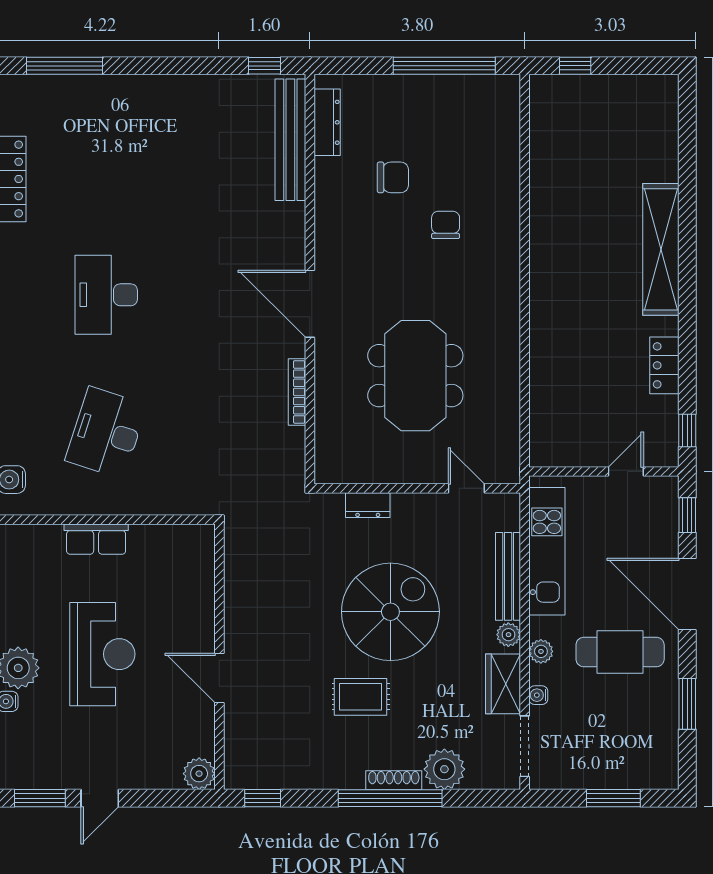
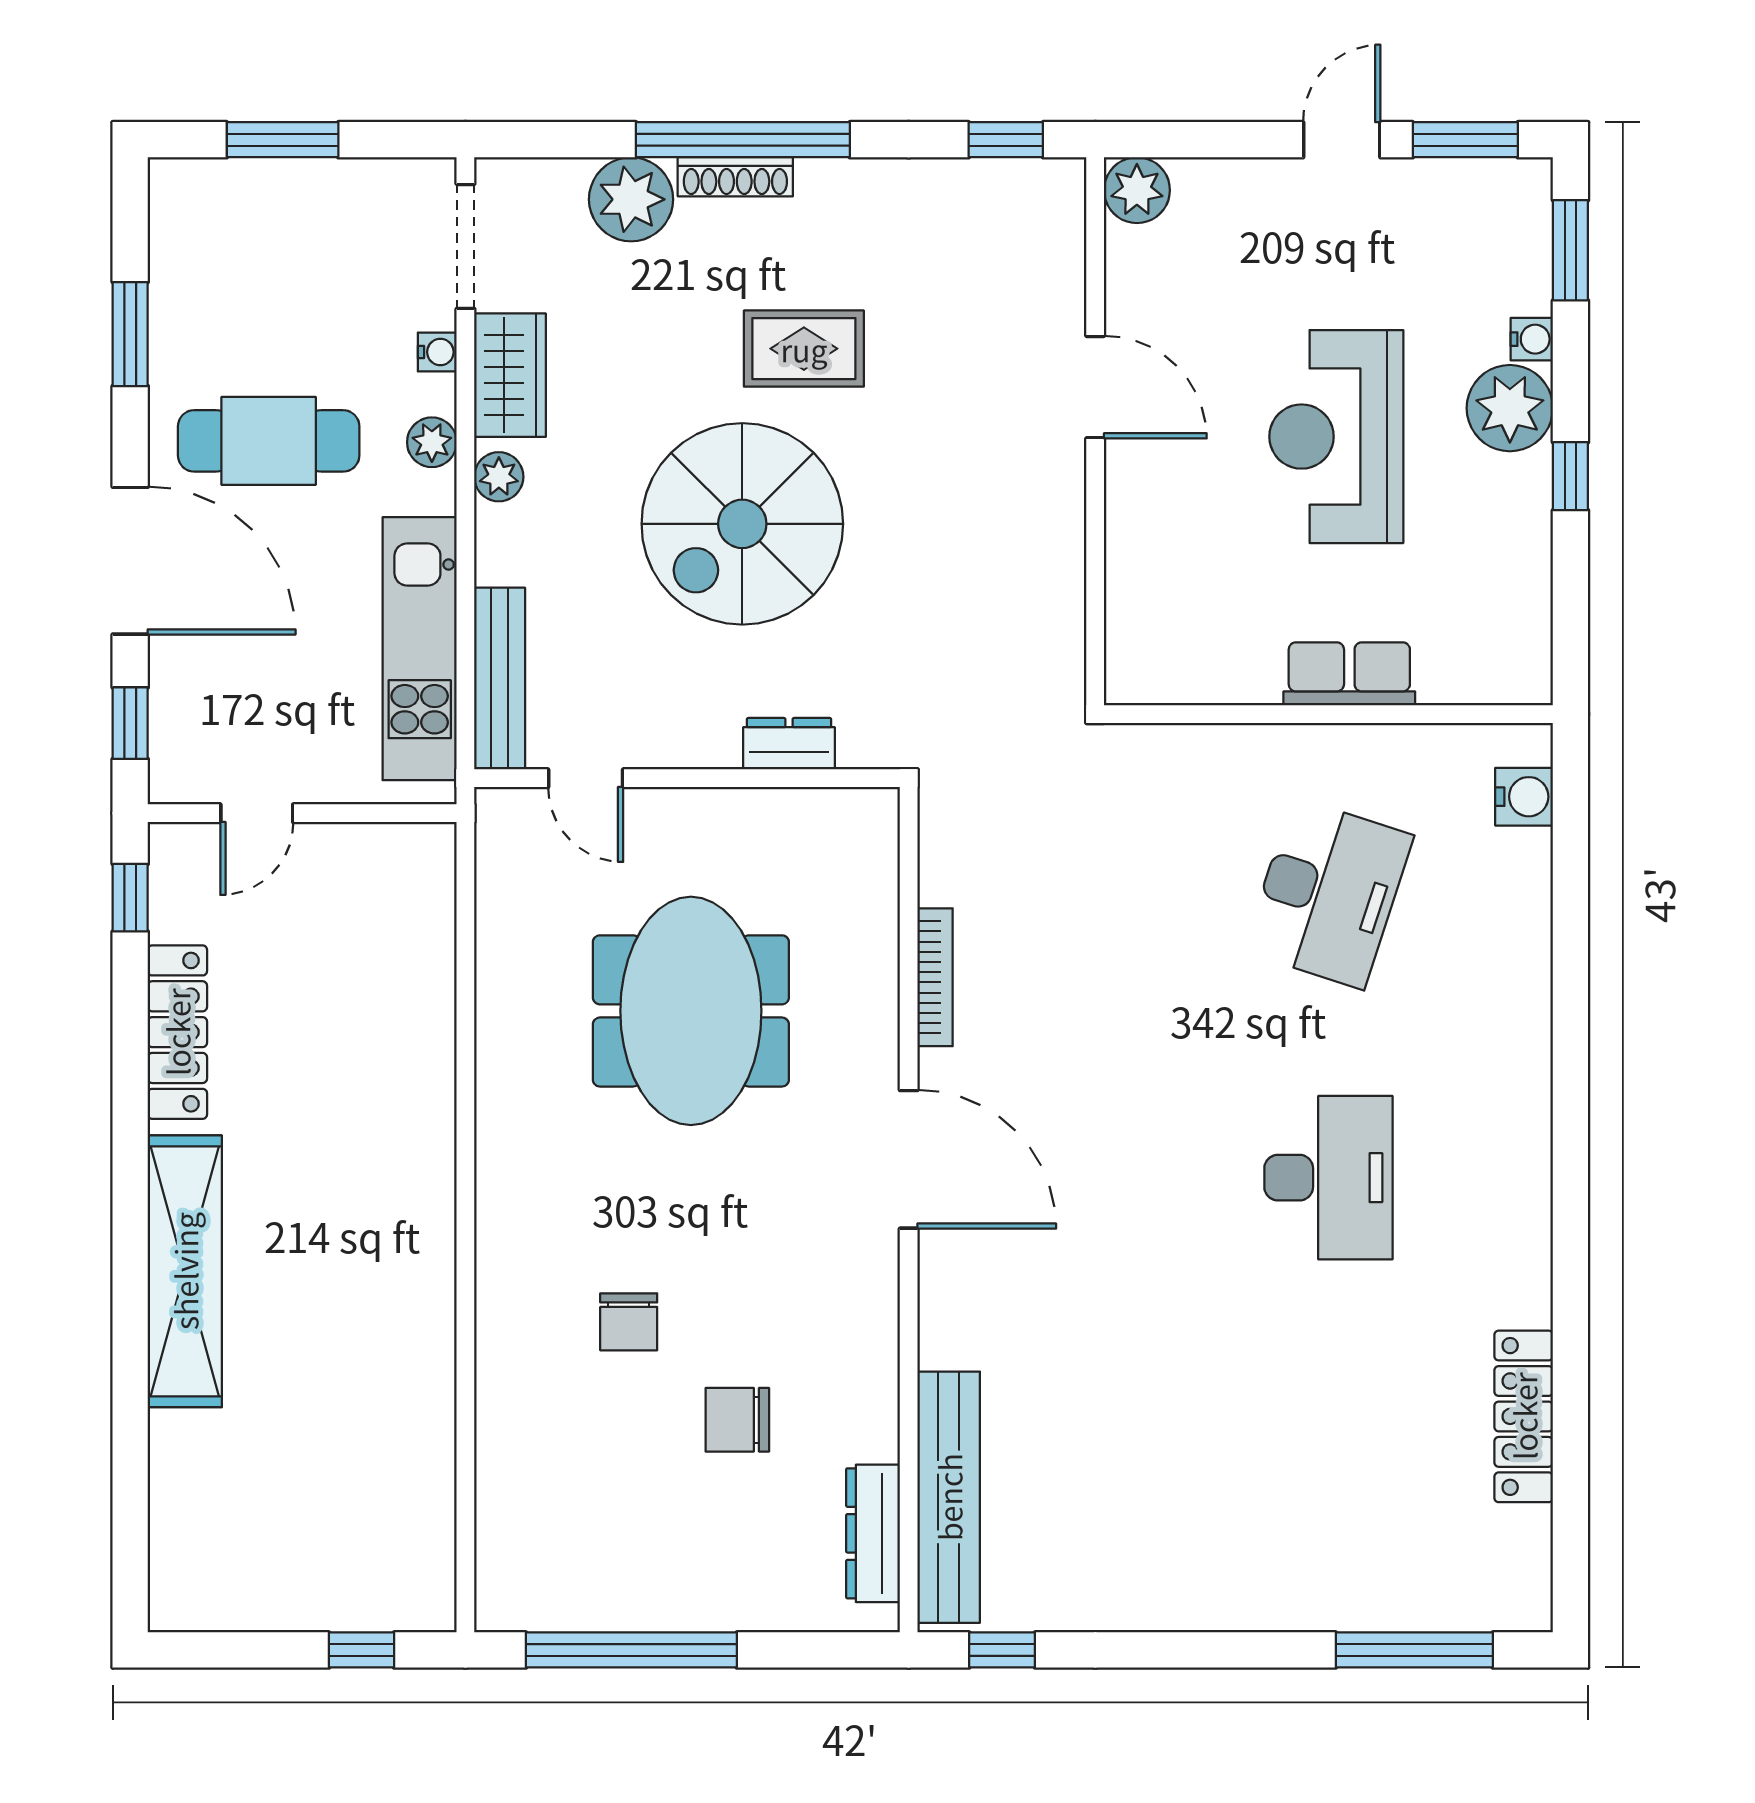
locker: (664, 365) -> (177, 1032), width x1.53
bench: (508, 576) -> (500, 679), moved

